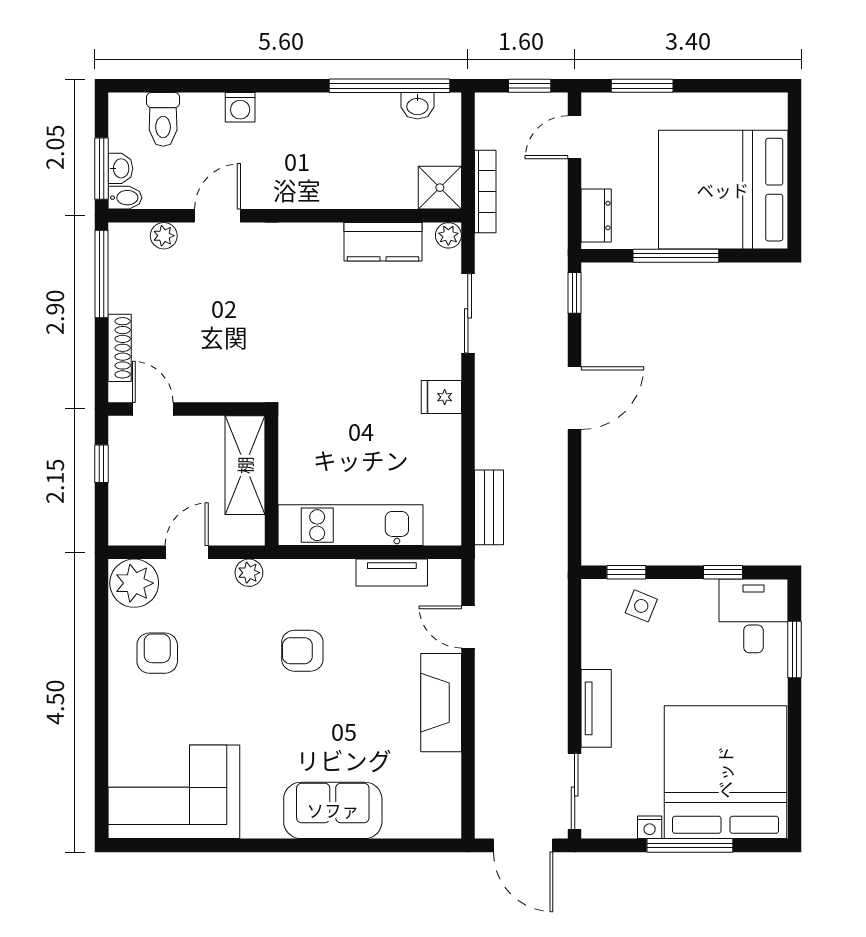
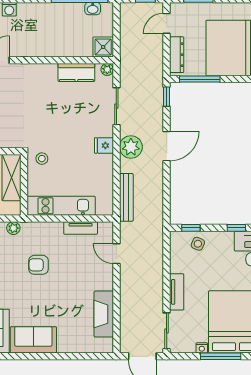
bookcase: (485, 192) -> (125, 49), removed
dresser: (596, 216) -> (177, 55), width x1.44
window: (676, 256) -> (200, 79), moved
plant: (499, 400) -> (131, 147), added
stool: (309, 425) -> (42, 159), added
bench: (489, 507) -> (126, 197), width x1.36
fireplace: (441, 703) -> (104, 314), moved
sofa: (333, 810) -> (33, 340), moved

